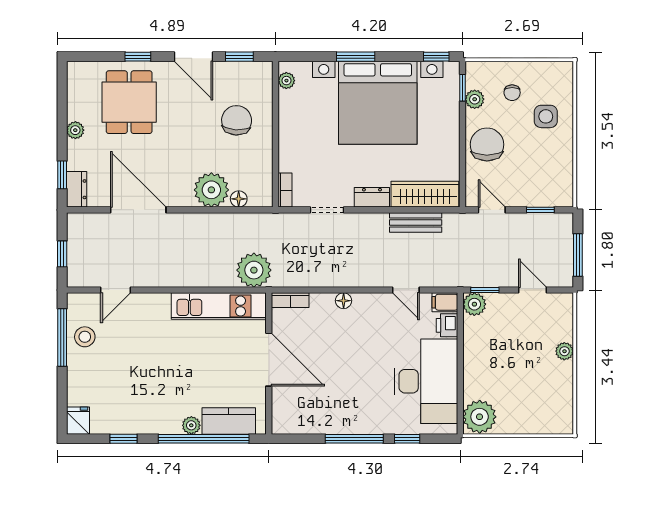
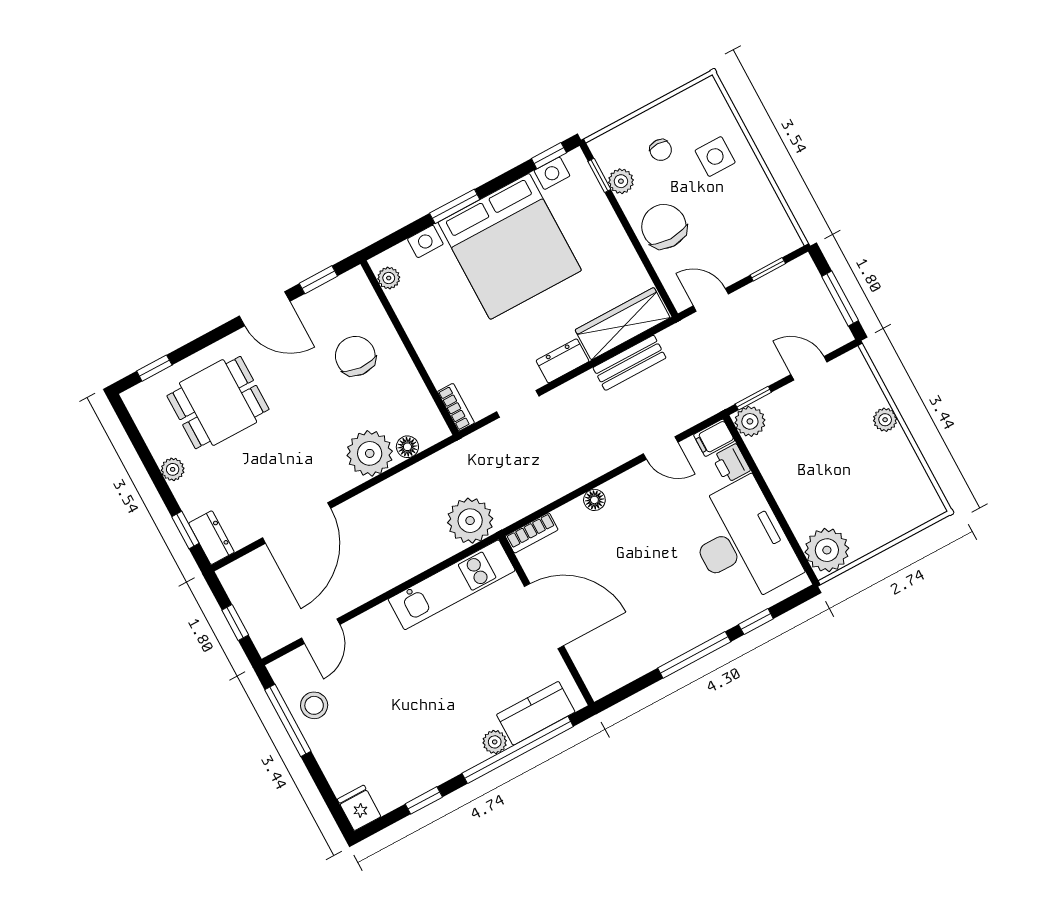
window: (138, 57) -> (154, 368), moved
dining table: (129, 102) -> (218, 403), turned 90
door: (138, 210) -> (297, 523), swing flipped

